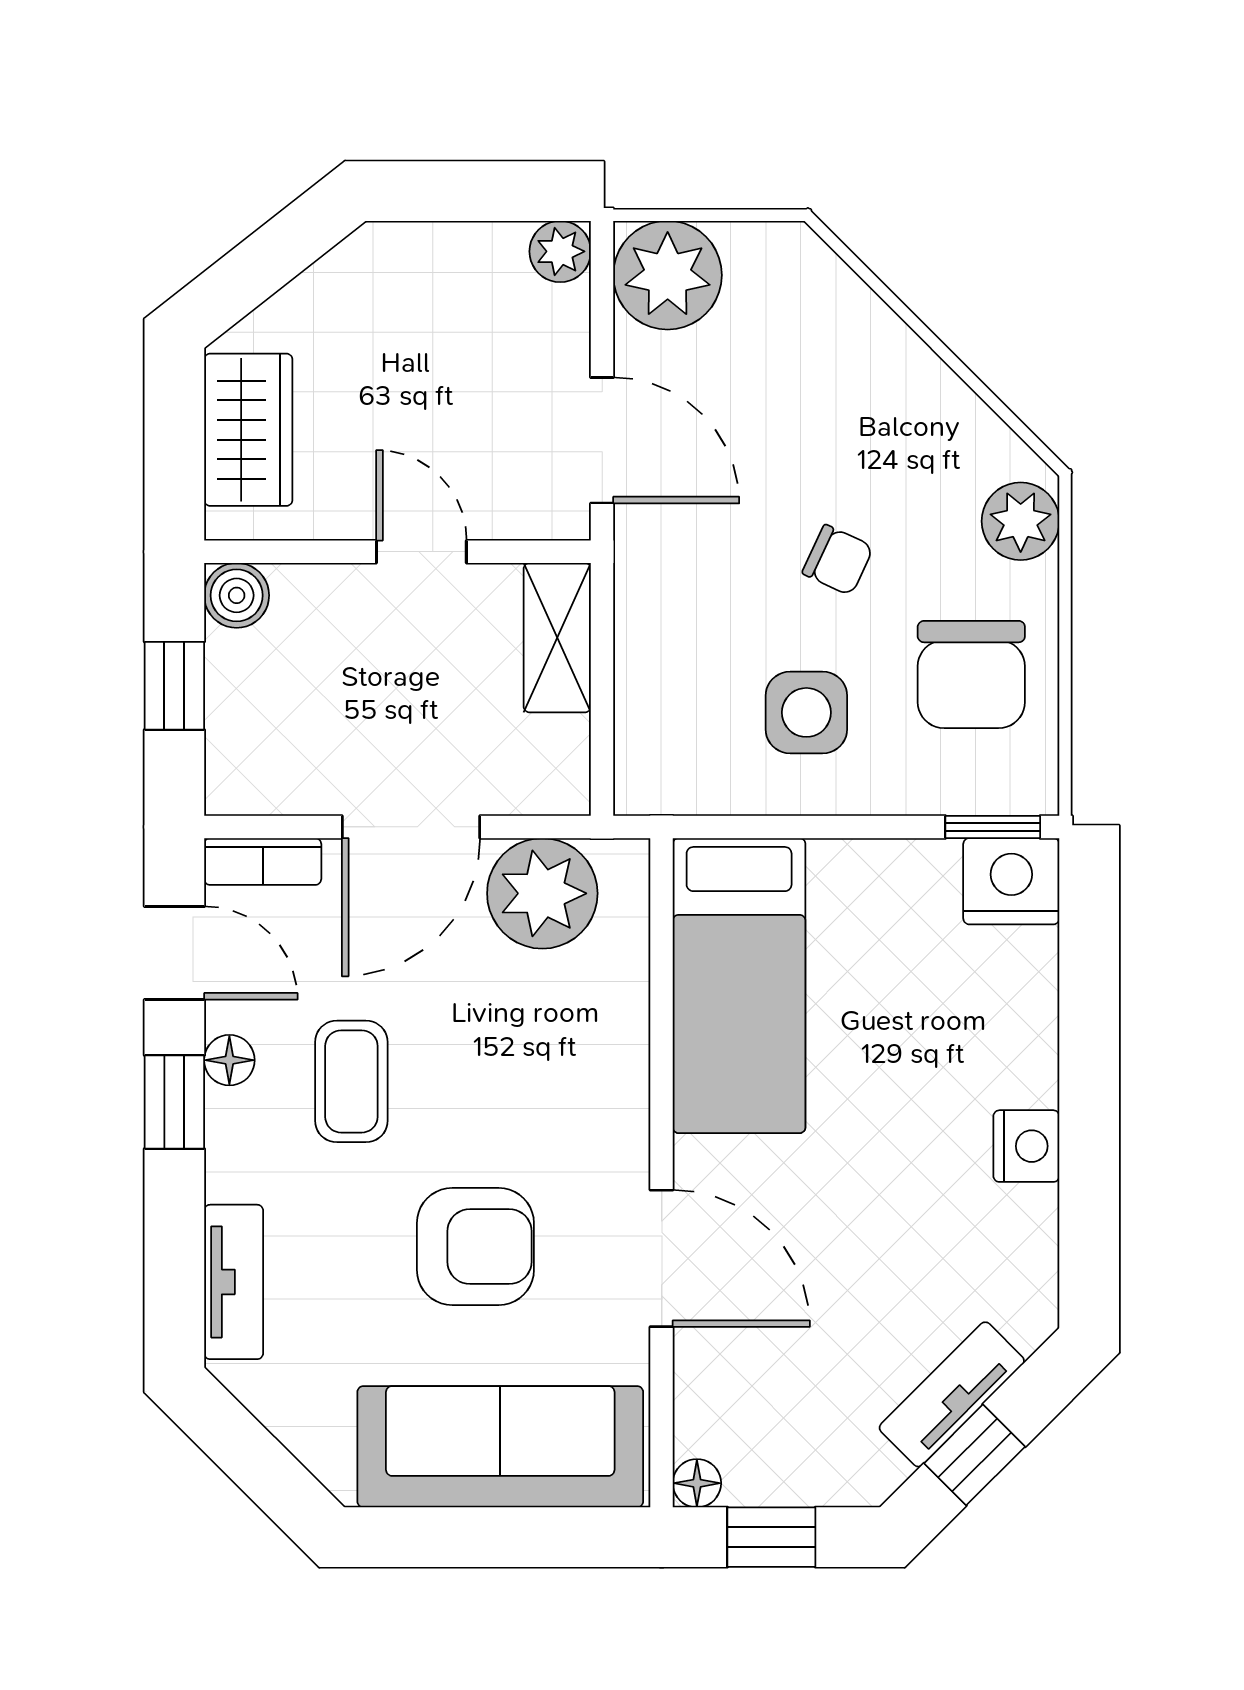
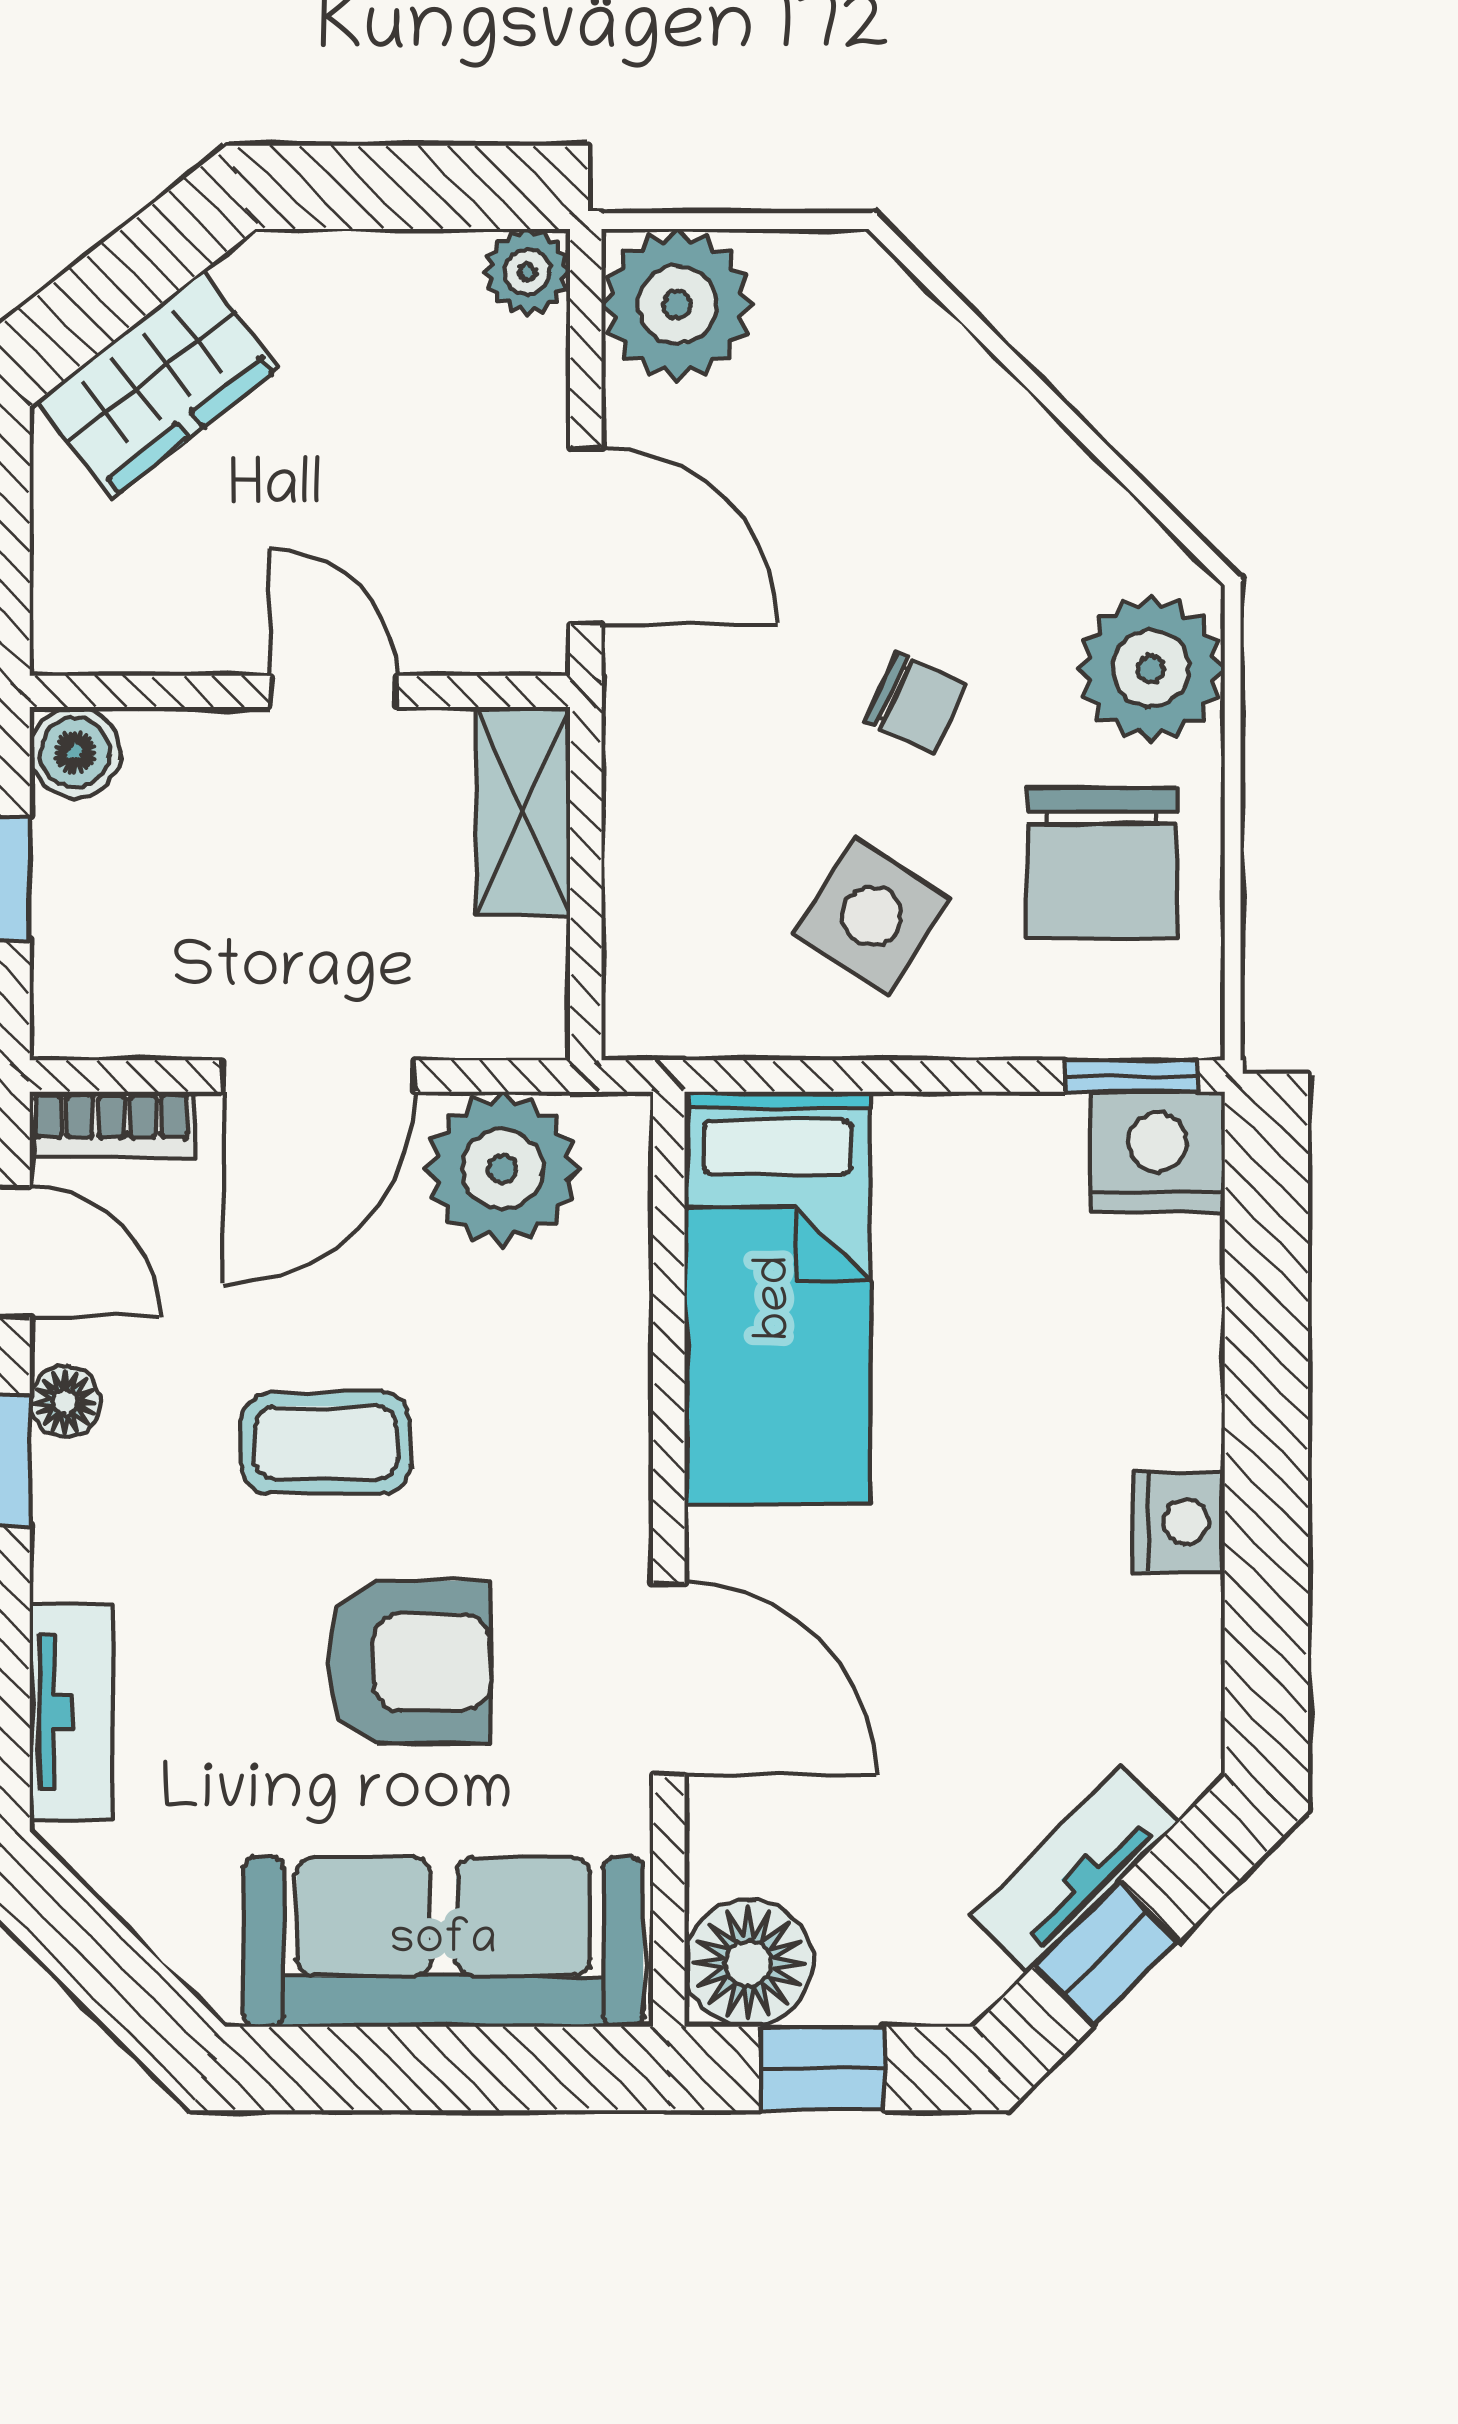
wardrobe: (248, 430) -> (158, 384), moved, turned 52
plant: (1021, 521) -> (1151, 669), width x1.36, depth x1.36
side table: (806, 712) -> (871, 916), turned 33
coffee table: (351, 1081) -> (326, 1443), moved, turned 90
floor lamp: (697, 1483) -> (748, 1963), width x1.89, depth x1.89

